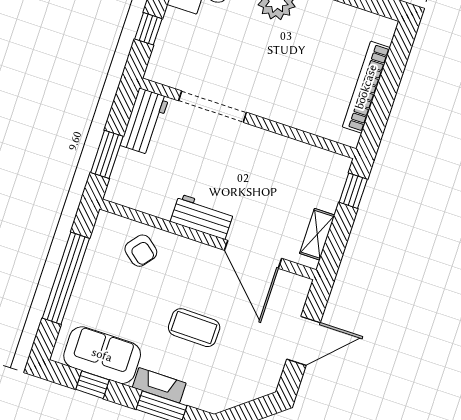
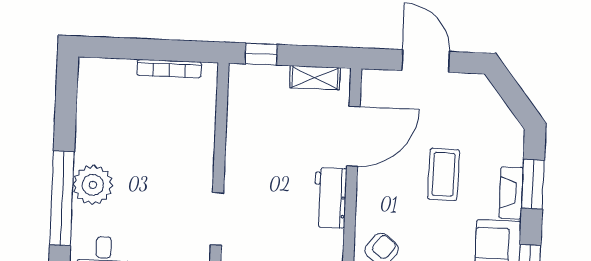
bookcase: (366, 87) -> (169, 69), width x0.68, depth x0.76
doorway: (213, 107) -> (217, 219), width x0.73

